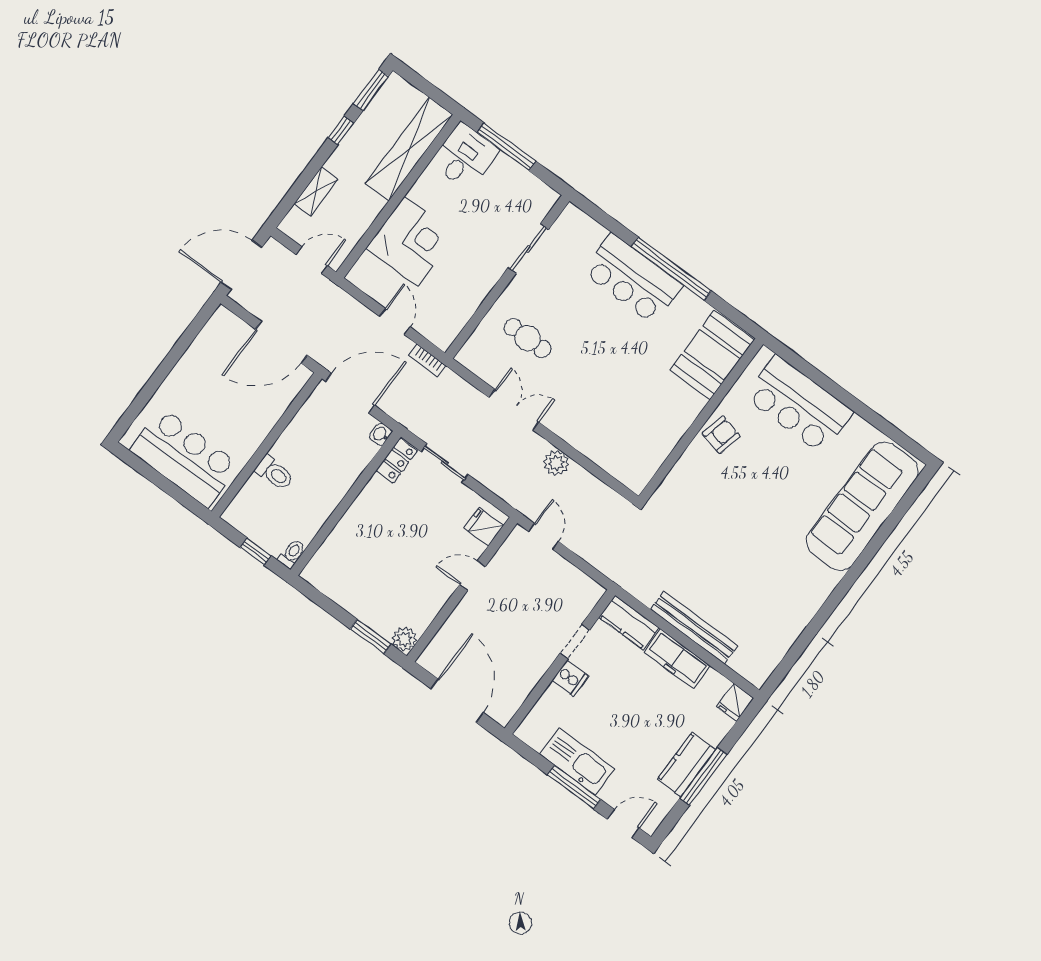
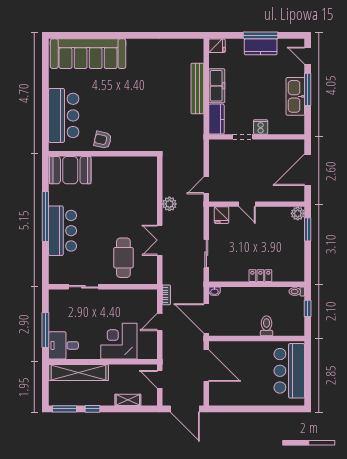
cafe table: (527, 338) -> (123, 258), width x1.37, depth x1.35
locker: (397, 460) -> (260, 276), moved

